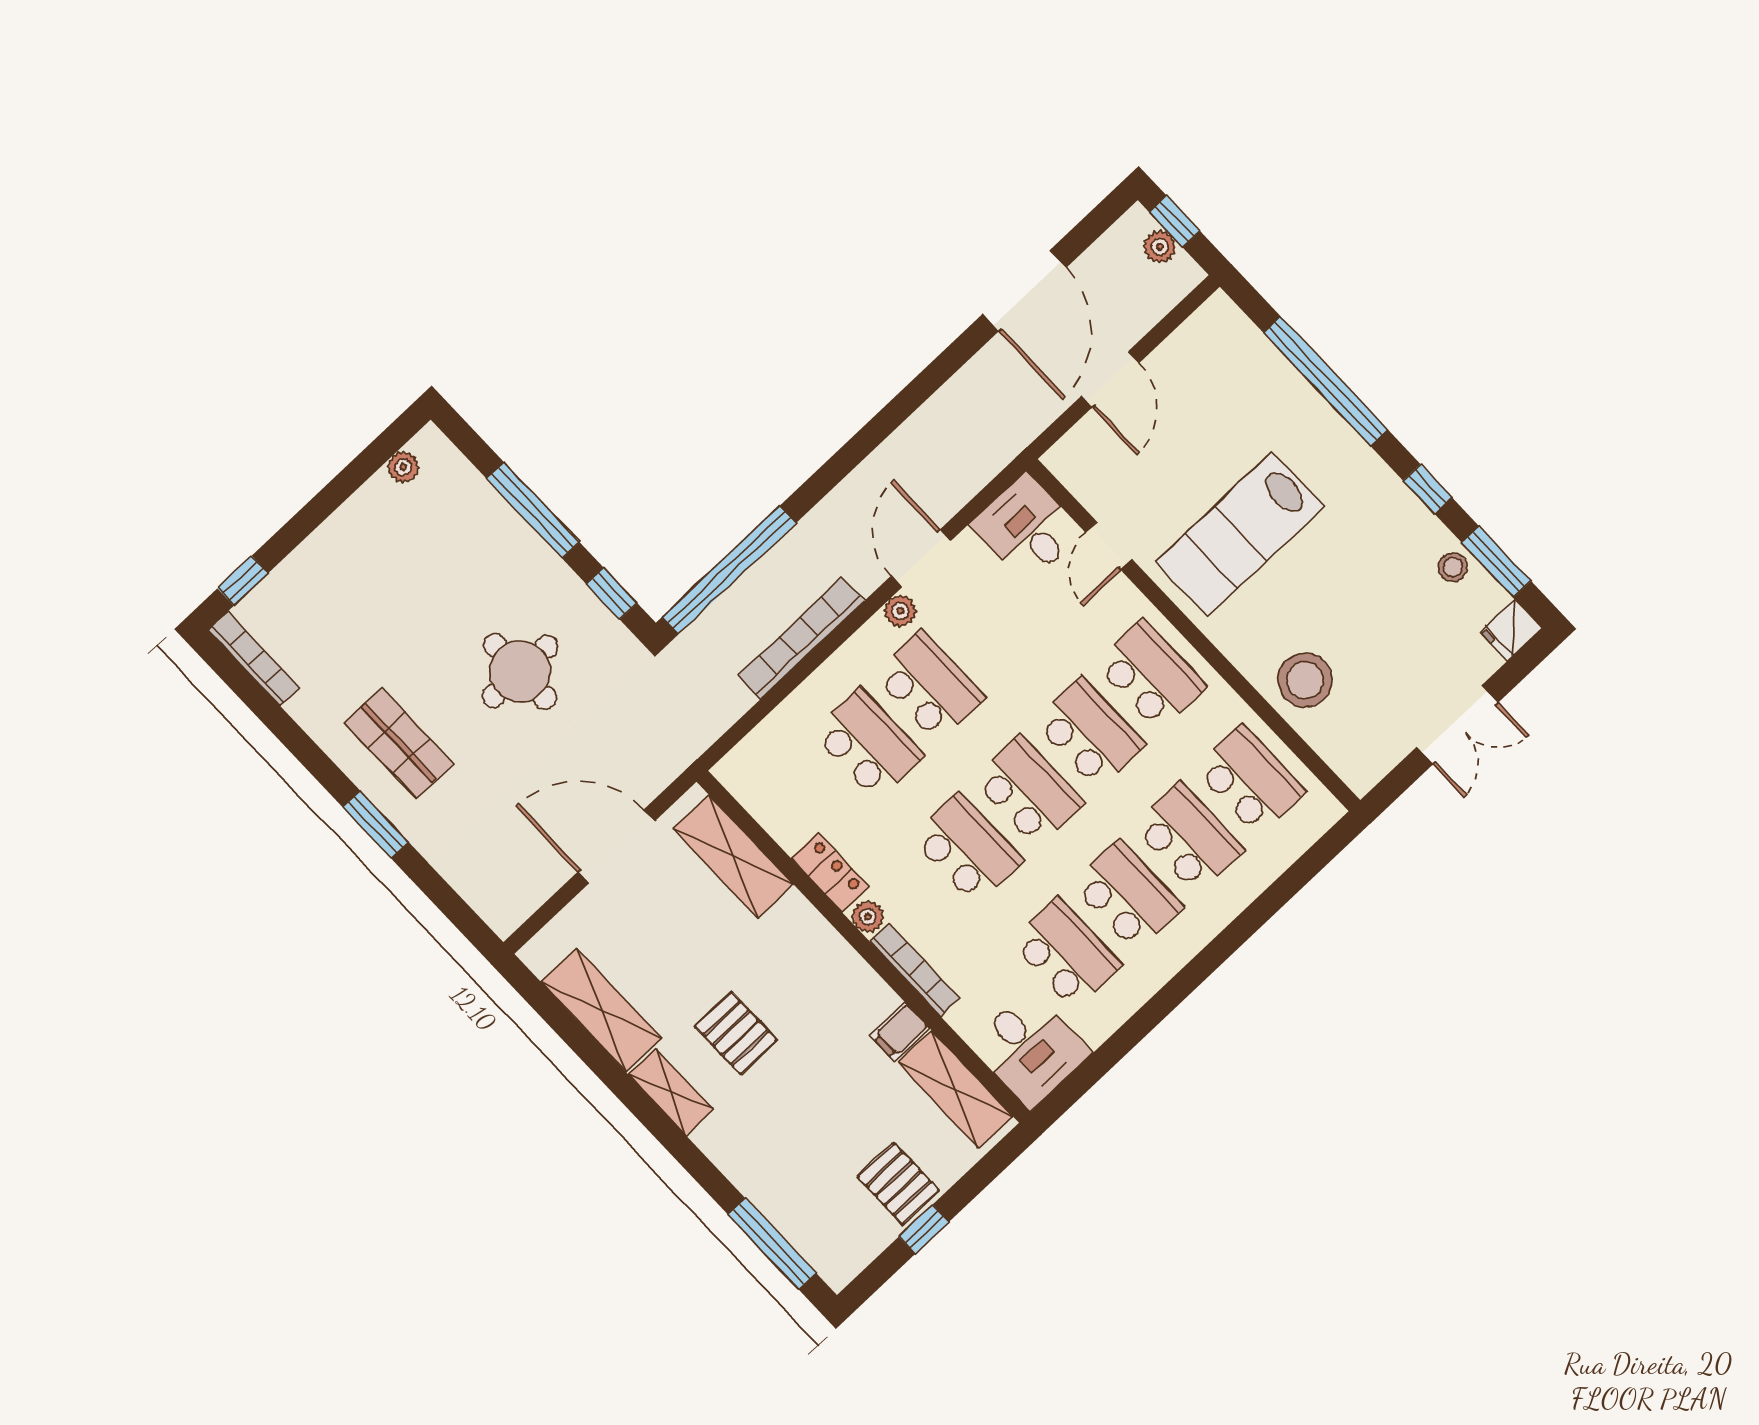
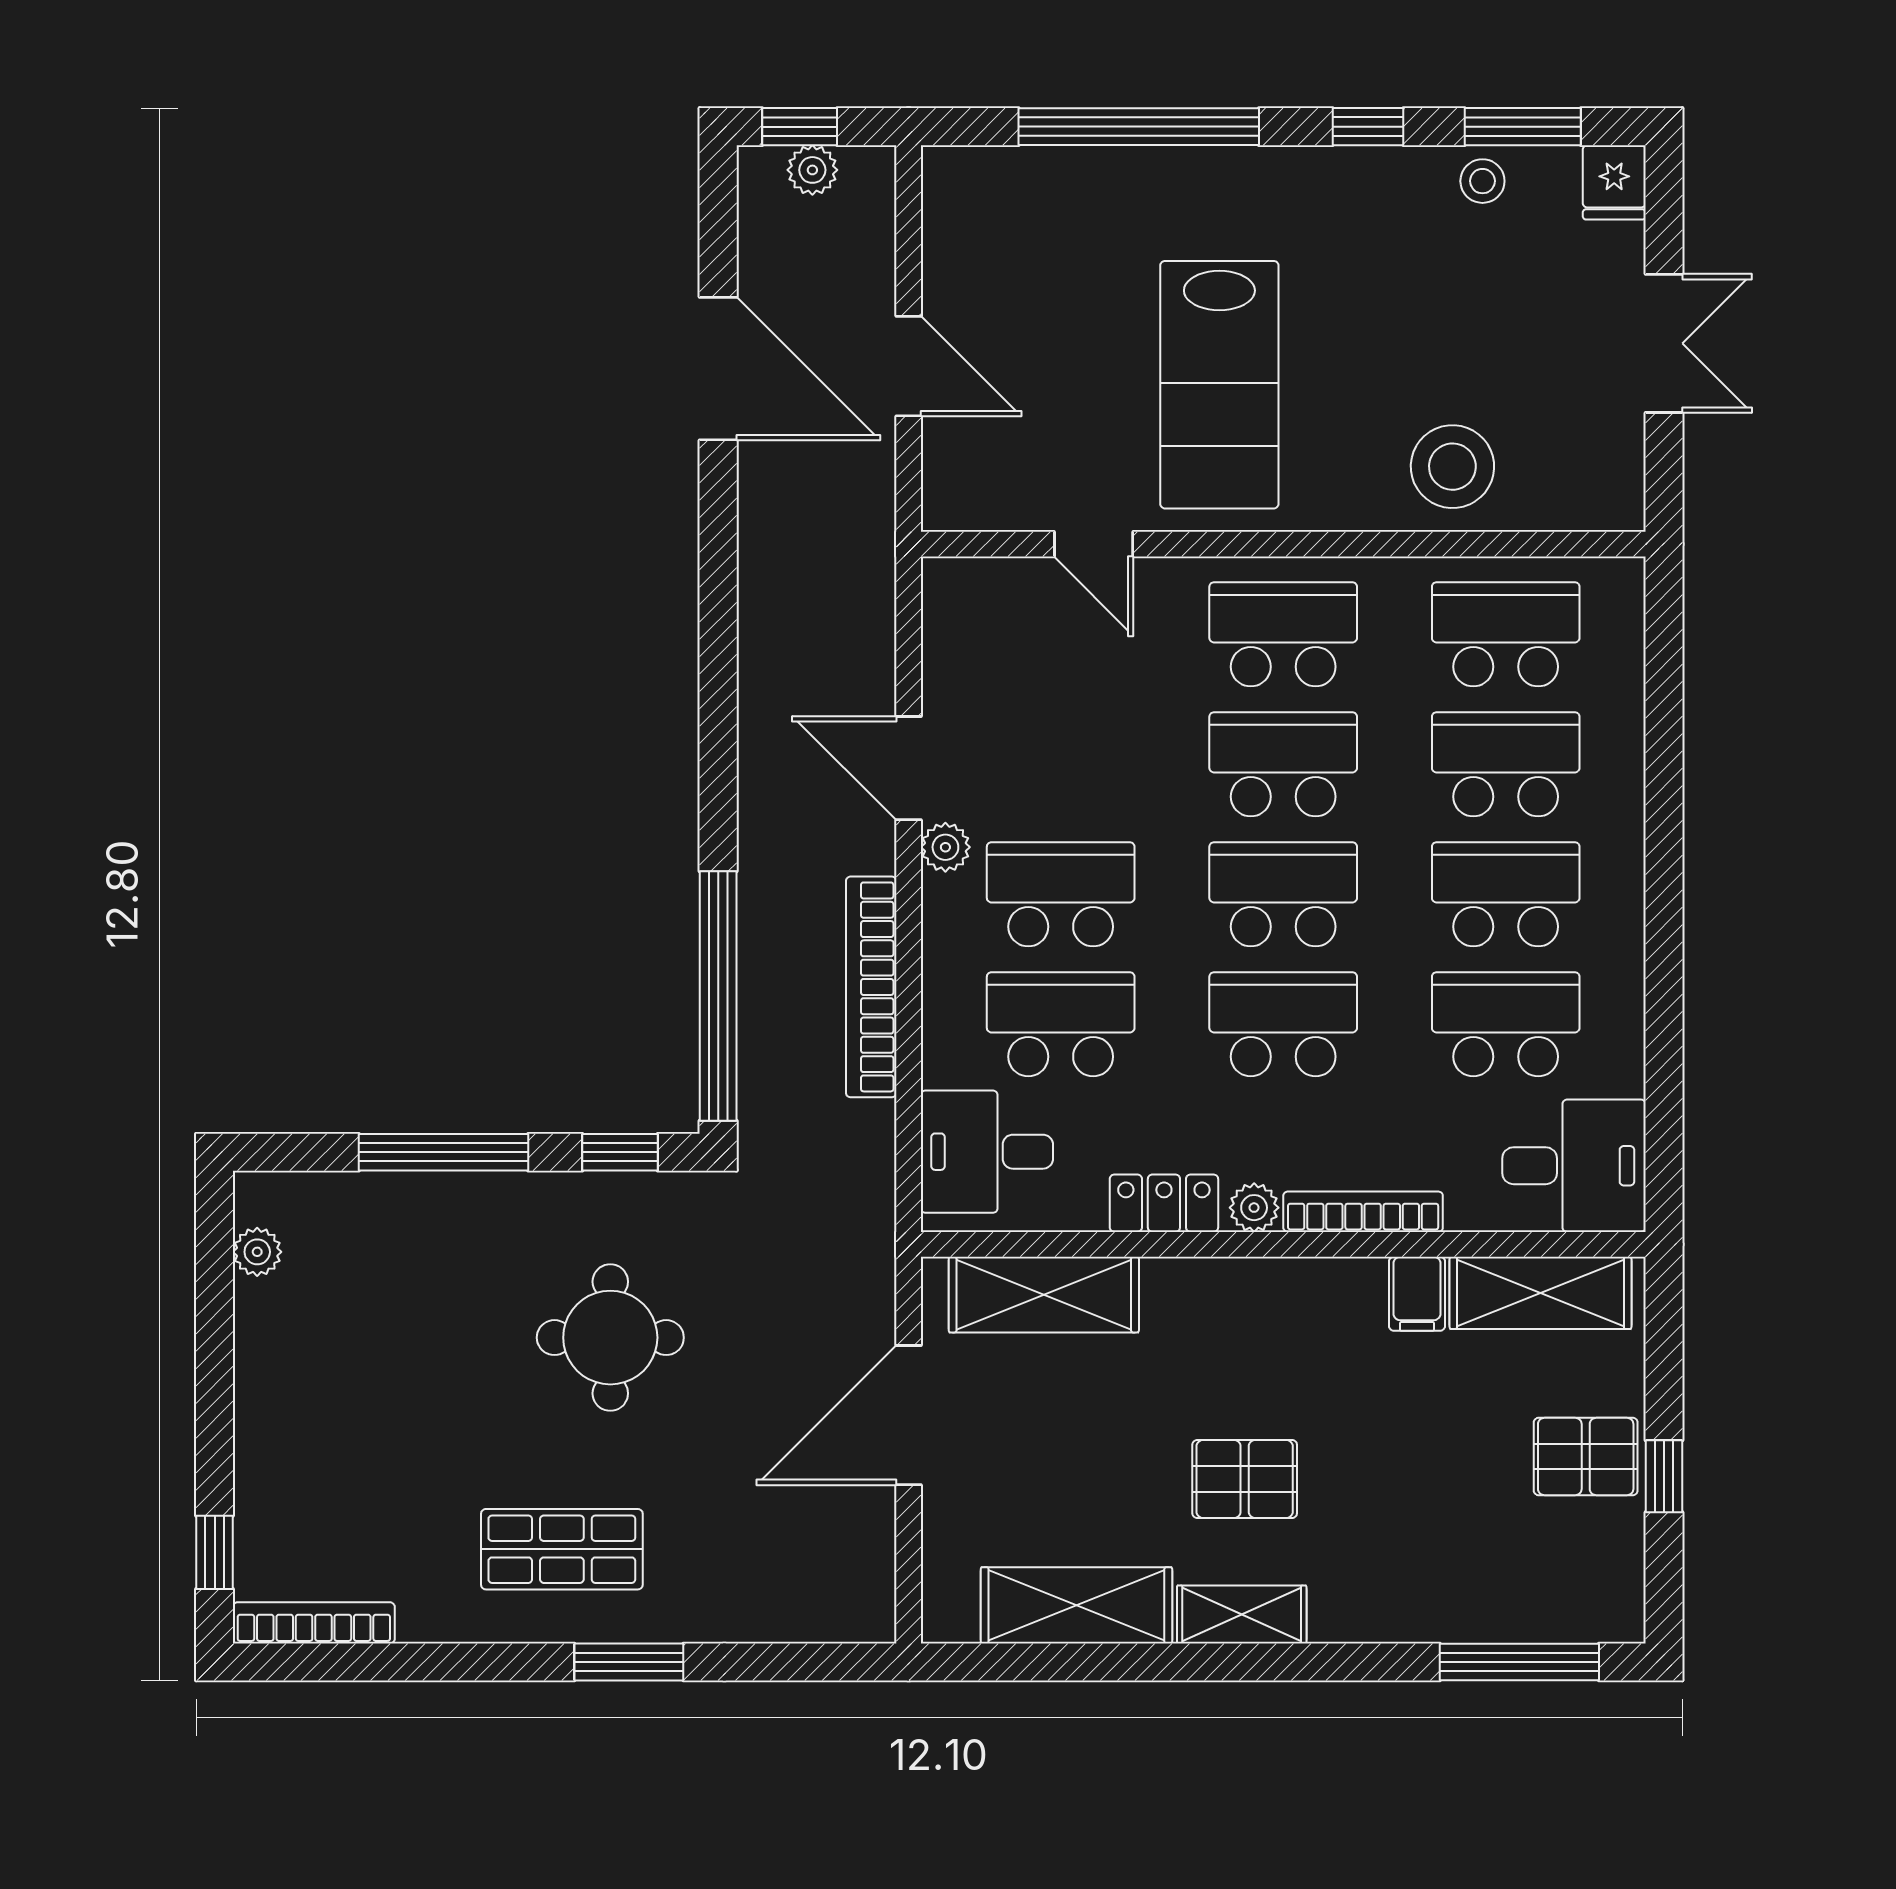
desk: (1027, 528) -> (987, 1152), moved

